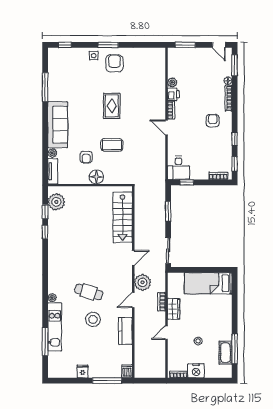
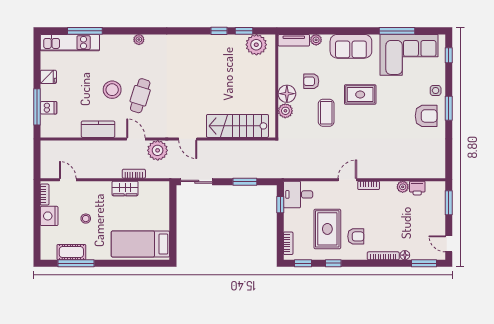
door: (219, 45) -> (449, 244), hinge flipped
corner sofa: (65, 77) -> (409, 55), added
printer: (173, 94) -> (417, 188), moved
rug: (112, 106) -> (360, 94), moved
sofa: (58, 125) -> (351, 46), width x0.73
rug: (207, 144) -> (327, 229), added
plant: (110, 178) -> (285, 111), added
bed: (208, 283) -> (140, 244), moved, turned -90
cafe table: (89, 292) -> (140, 96), moved
kitchen unit: (55, 327) -> (70, 43), moved
door: (166, 333) -> (68, 180), moved
dishwasher: (127, 371) -> (49, 108), moved

